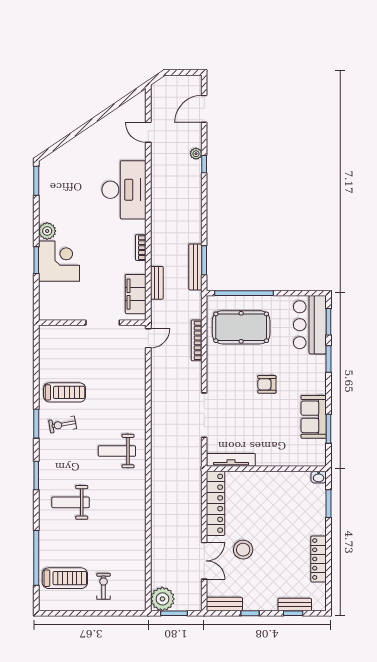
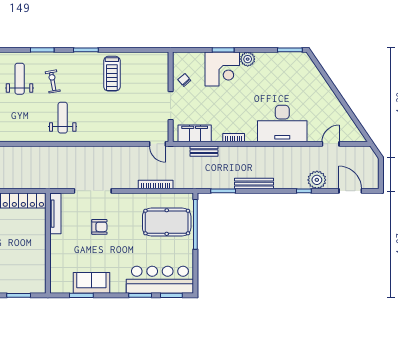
plant: (196, 154) -> (317, 180), width x1.87, depth x1.87
bench: (195, 267) -> (254, 184), moved
chair: (72, 306) -> (184, 80), added
bar counter: (310, 325) -> (160, 280), width x1.36
pool table: (241, 327) -> (167, 222), turned 90
armchair: (267, 384) -> (99, 227), moved, turned 90
exercise bike: (63, 425) -> (53, 81), moved
washbasin: (319, 477) -> (41, 287), removed

